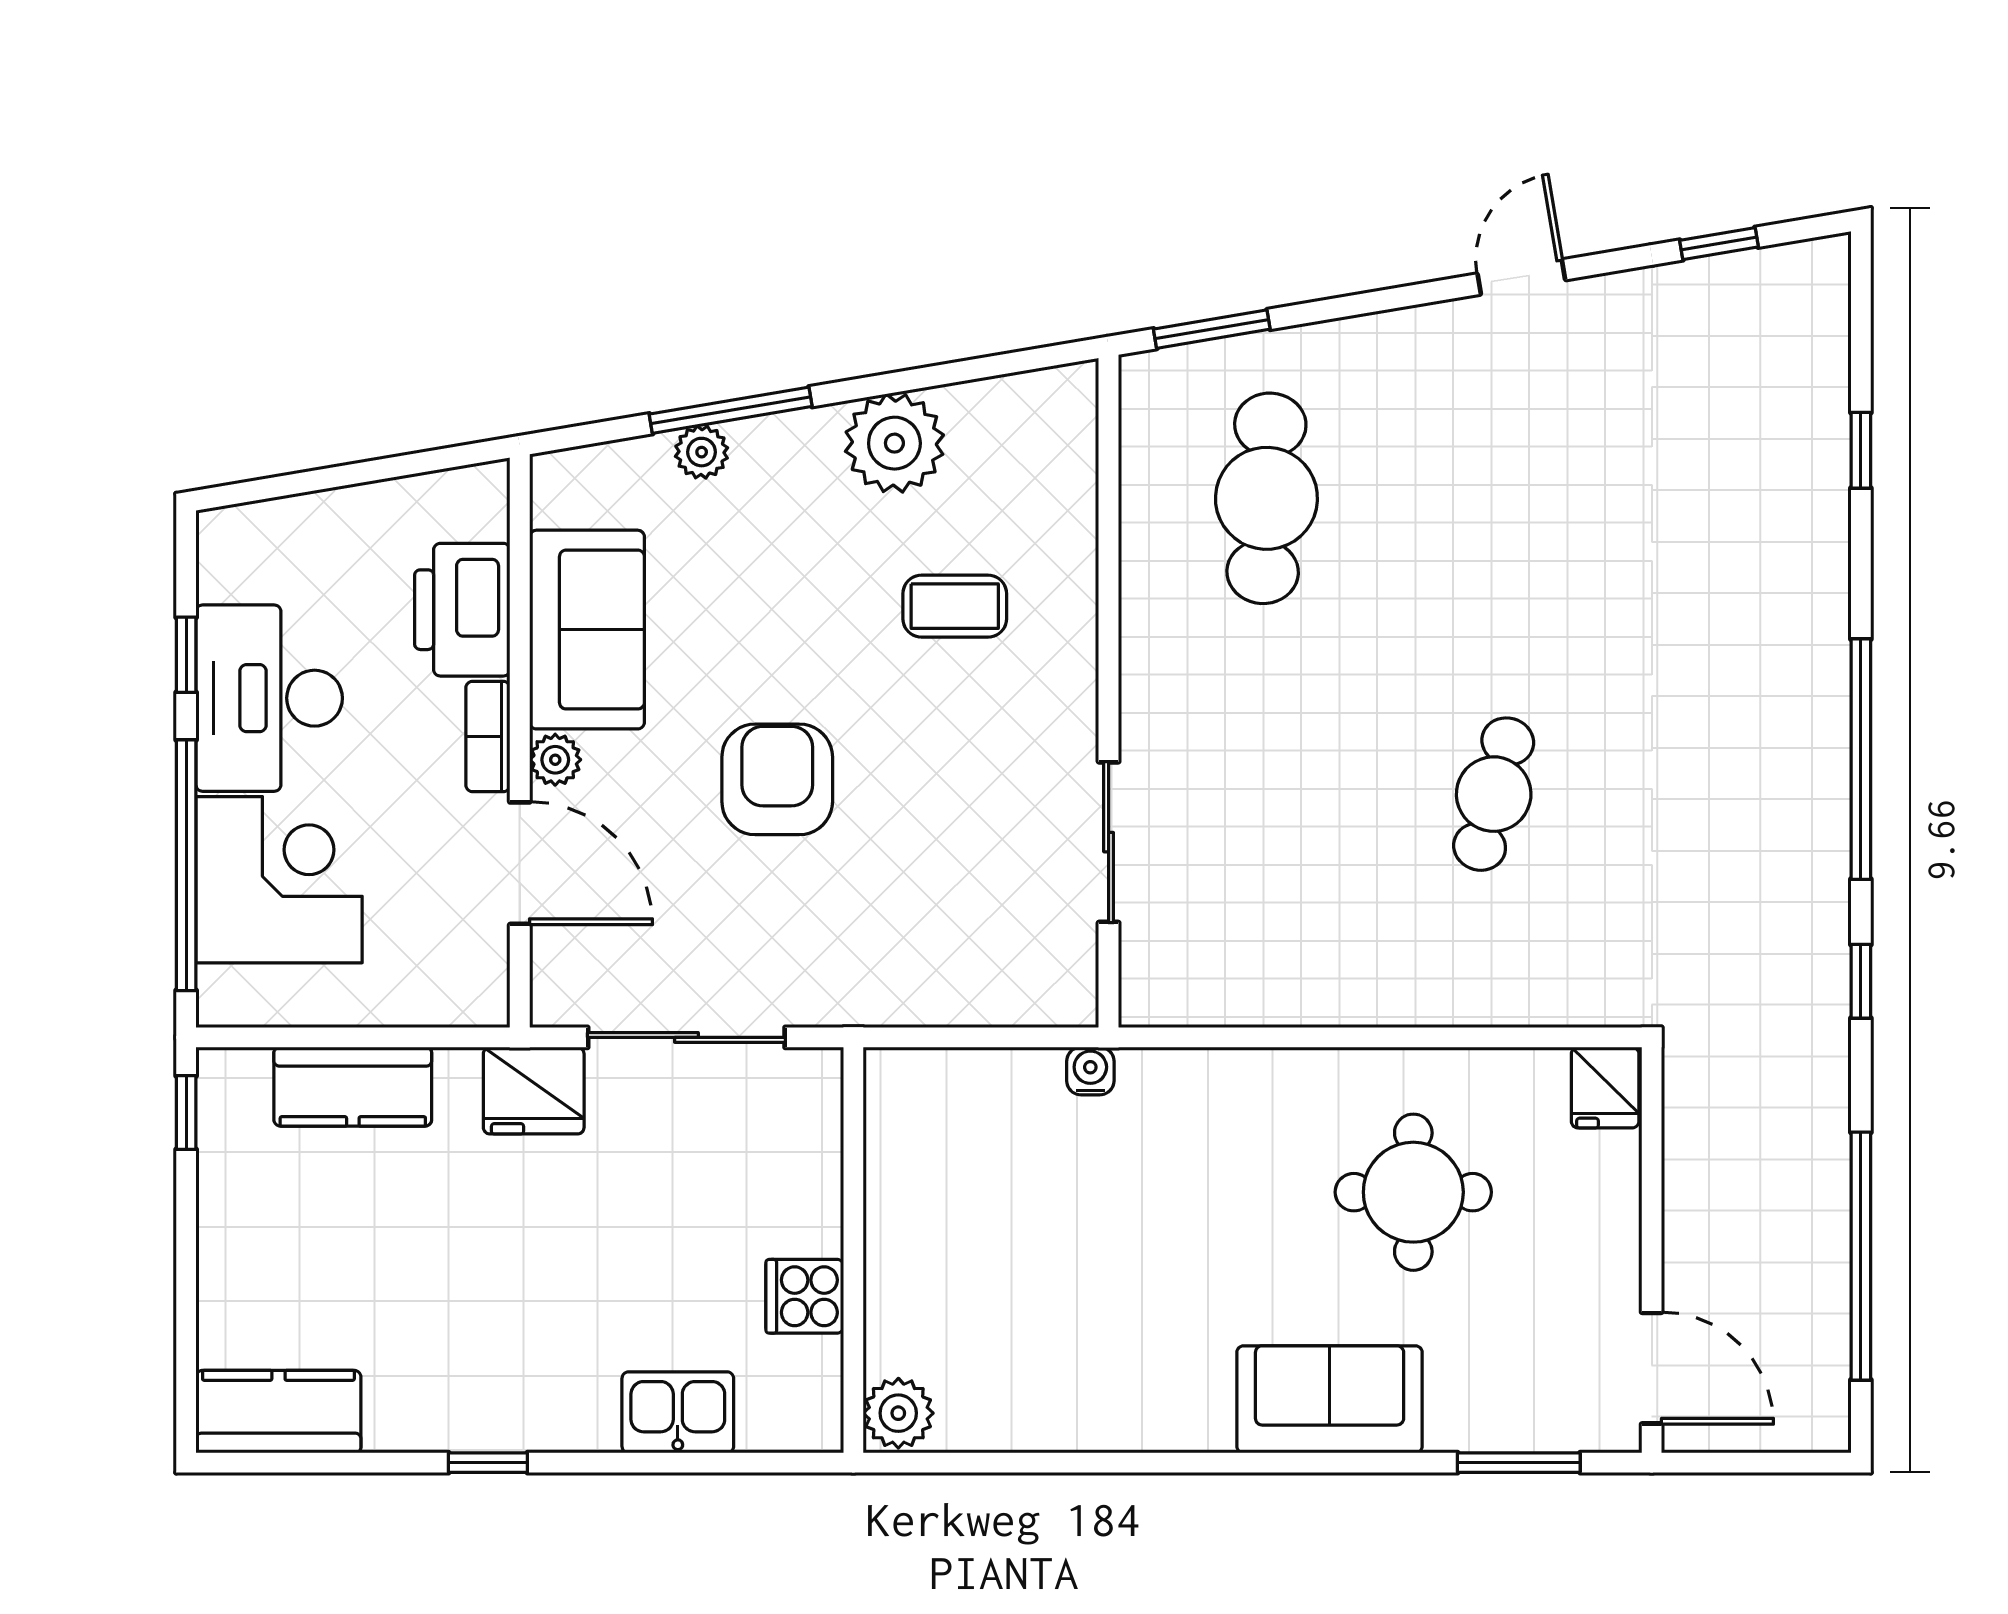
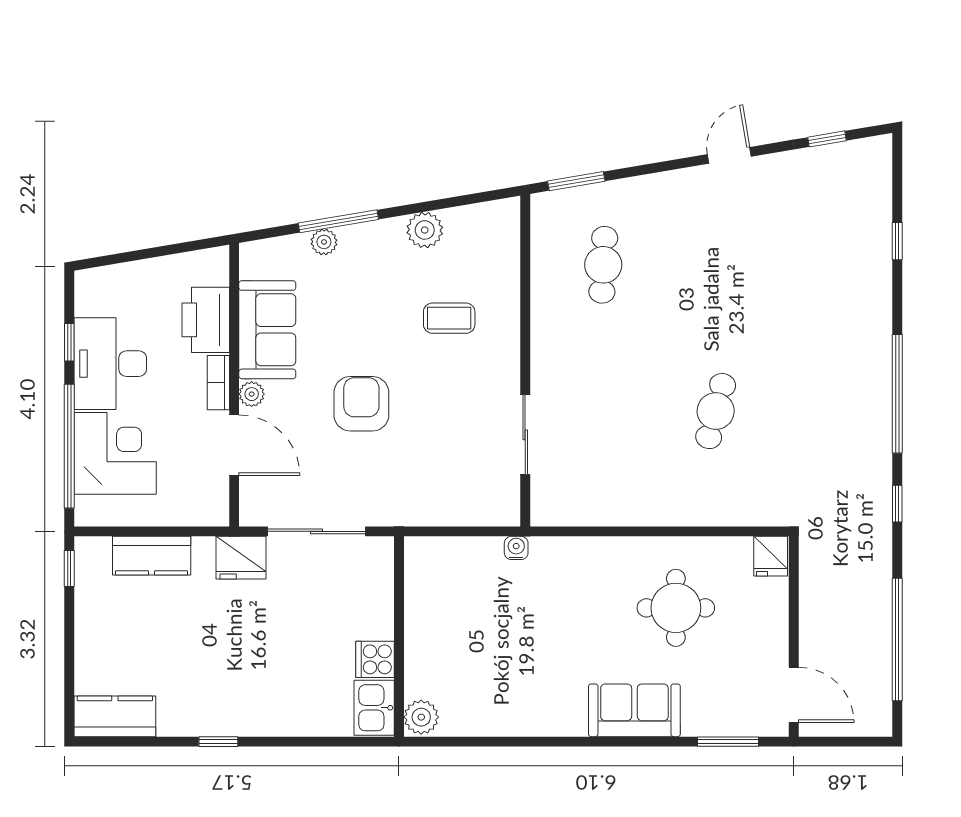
plant: (894, 443) -> (425, 230), width x0.73, depth x0.73
cafe table: (1266, 498) -> (603, 265), width x0.73, depth x0.74
kitchen sink: (678, 1412) -> (374, 708), moved, turned -90

